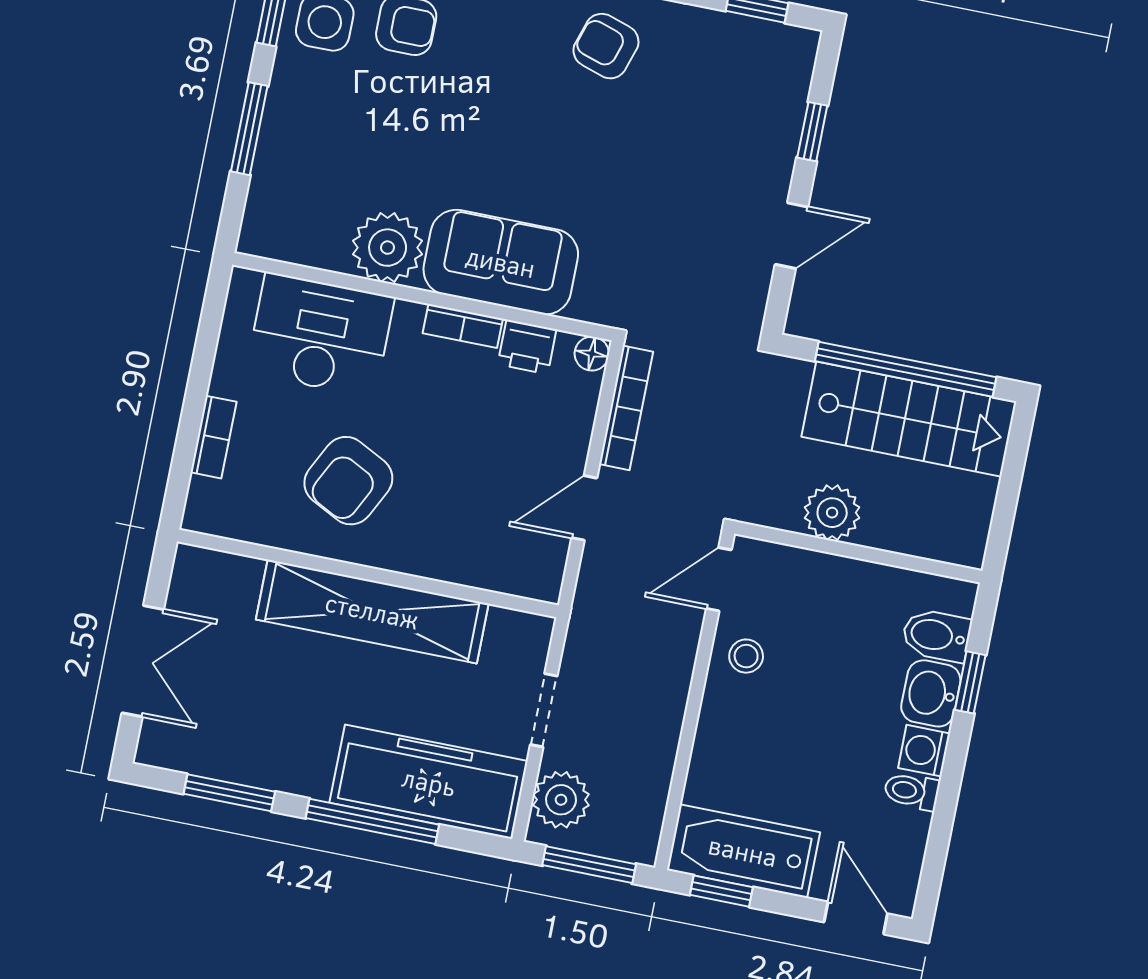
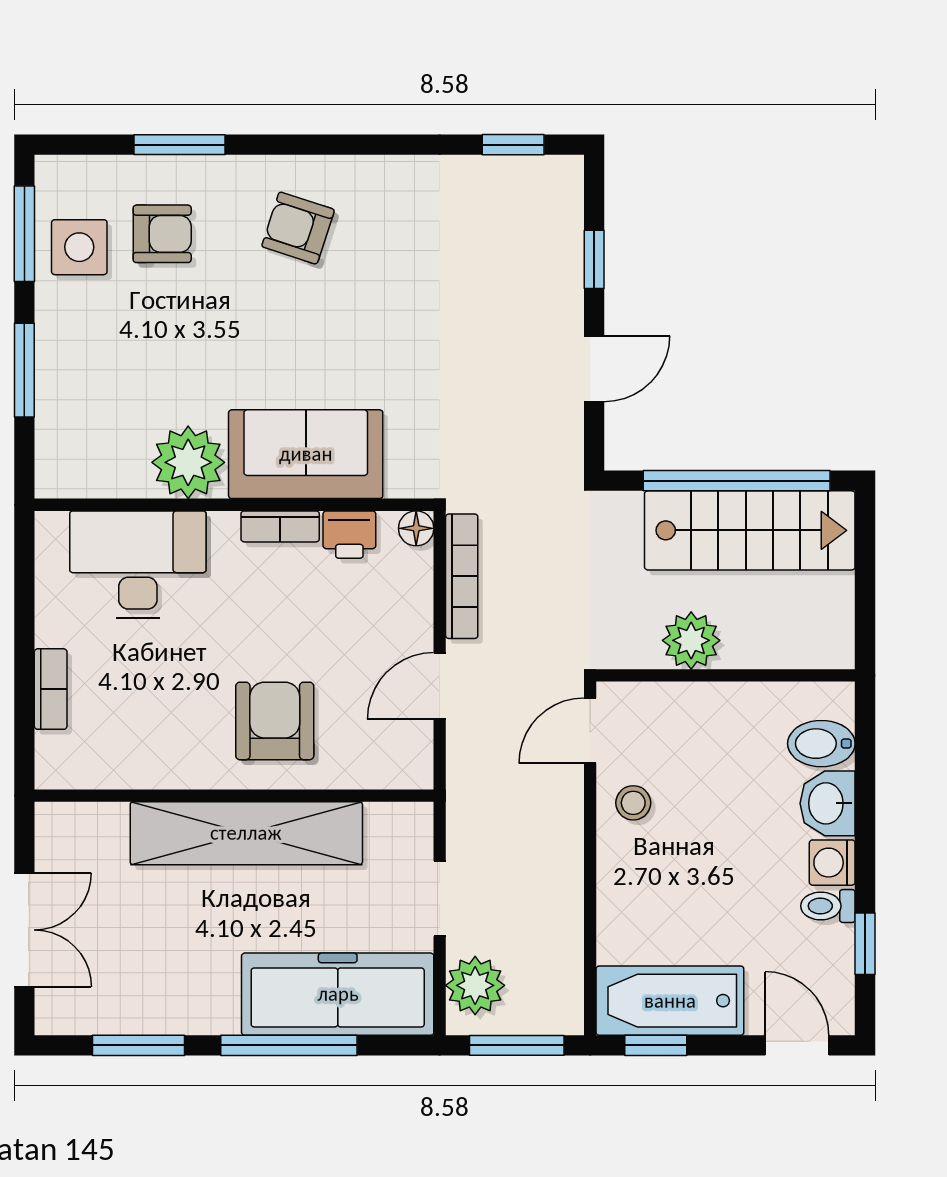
armchair: (606, 46) -> (298, 228), moved
armchair: (348, 481) -> (275, 721), moved, turned 153
window: (970, 682) -> (865, 944), moved

